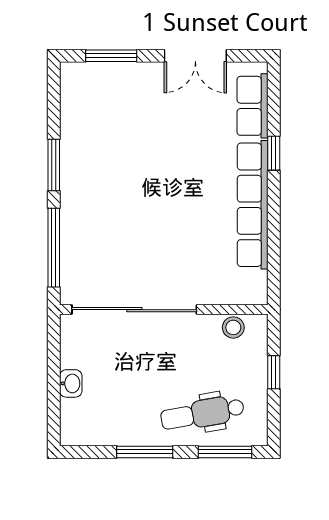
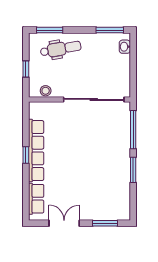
window: (274, 153) -> (26, 155), moved
washbasin: (71, 383) -> (125, 47), moved
window: (145, 452) -> (110, 30), moved

